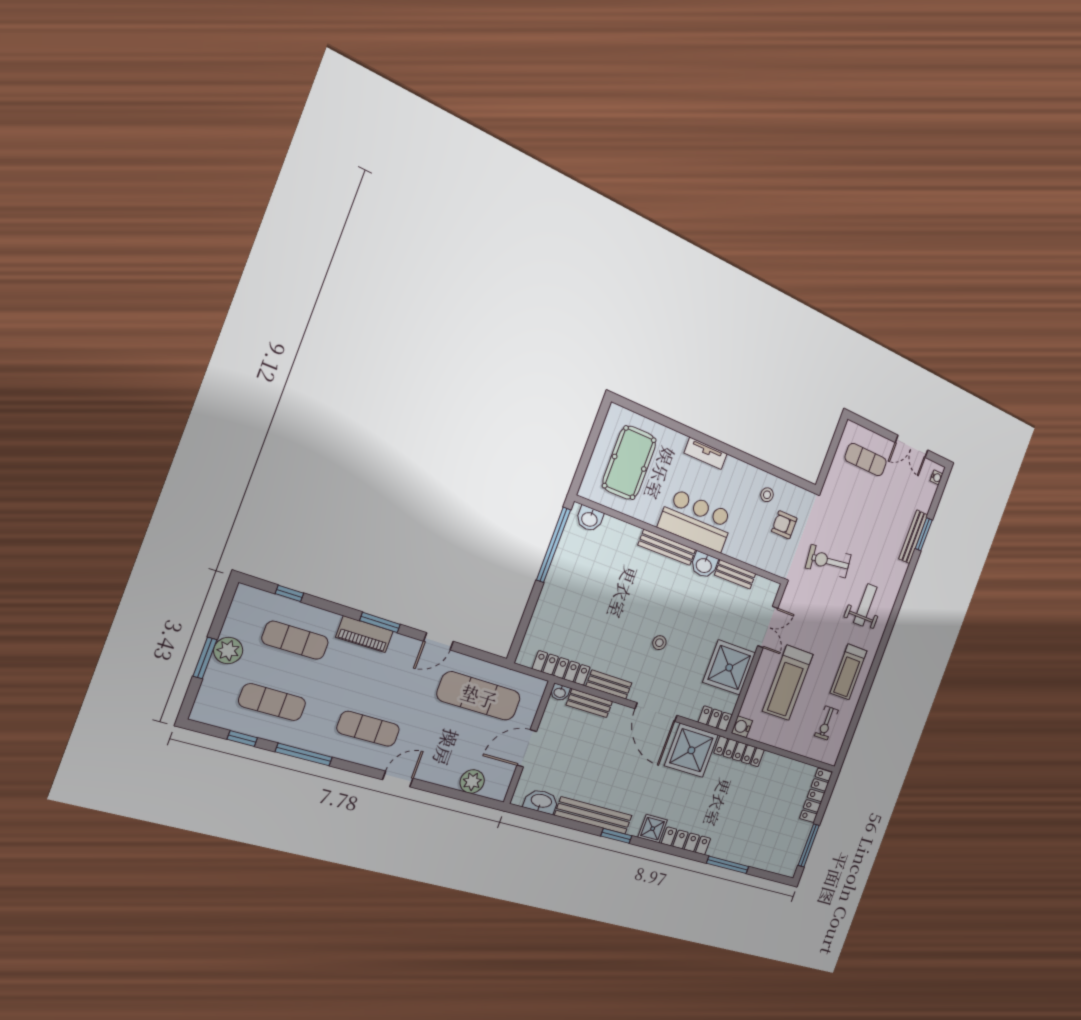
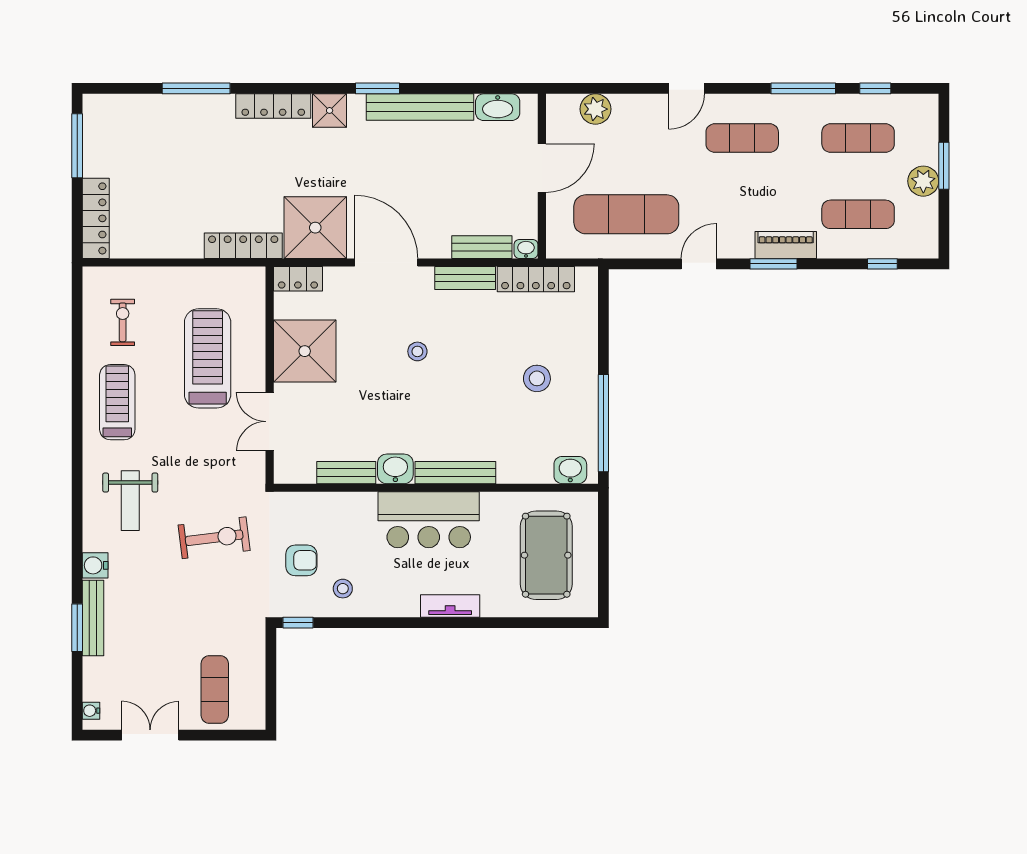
exercise mat: (866, 460) -> (215, 689), turned 90
window: (802, 483) -> (298, 623), added
stool: (587, 595) -> (537, 378), added
water cooler: (742, 727) -> (95, 565), moved, turned 180

